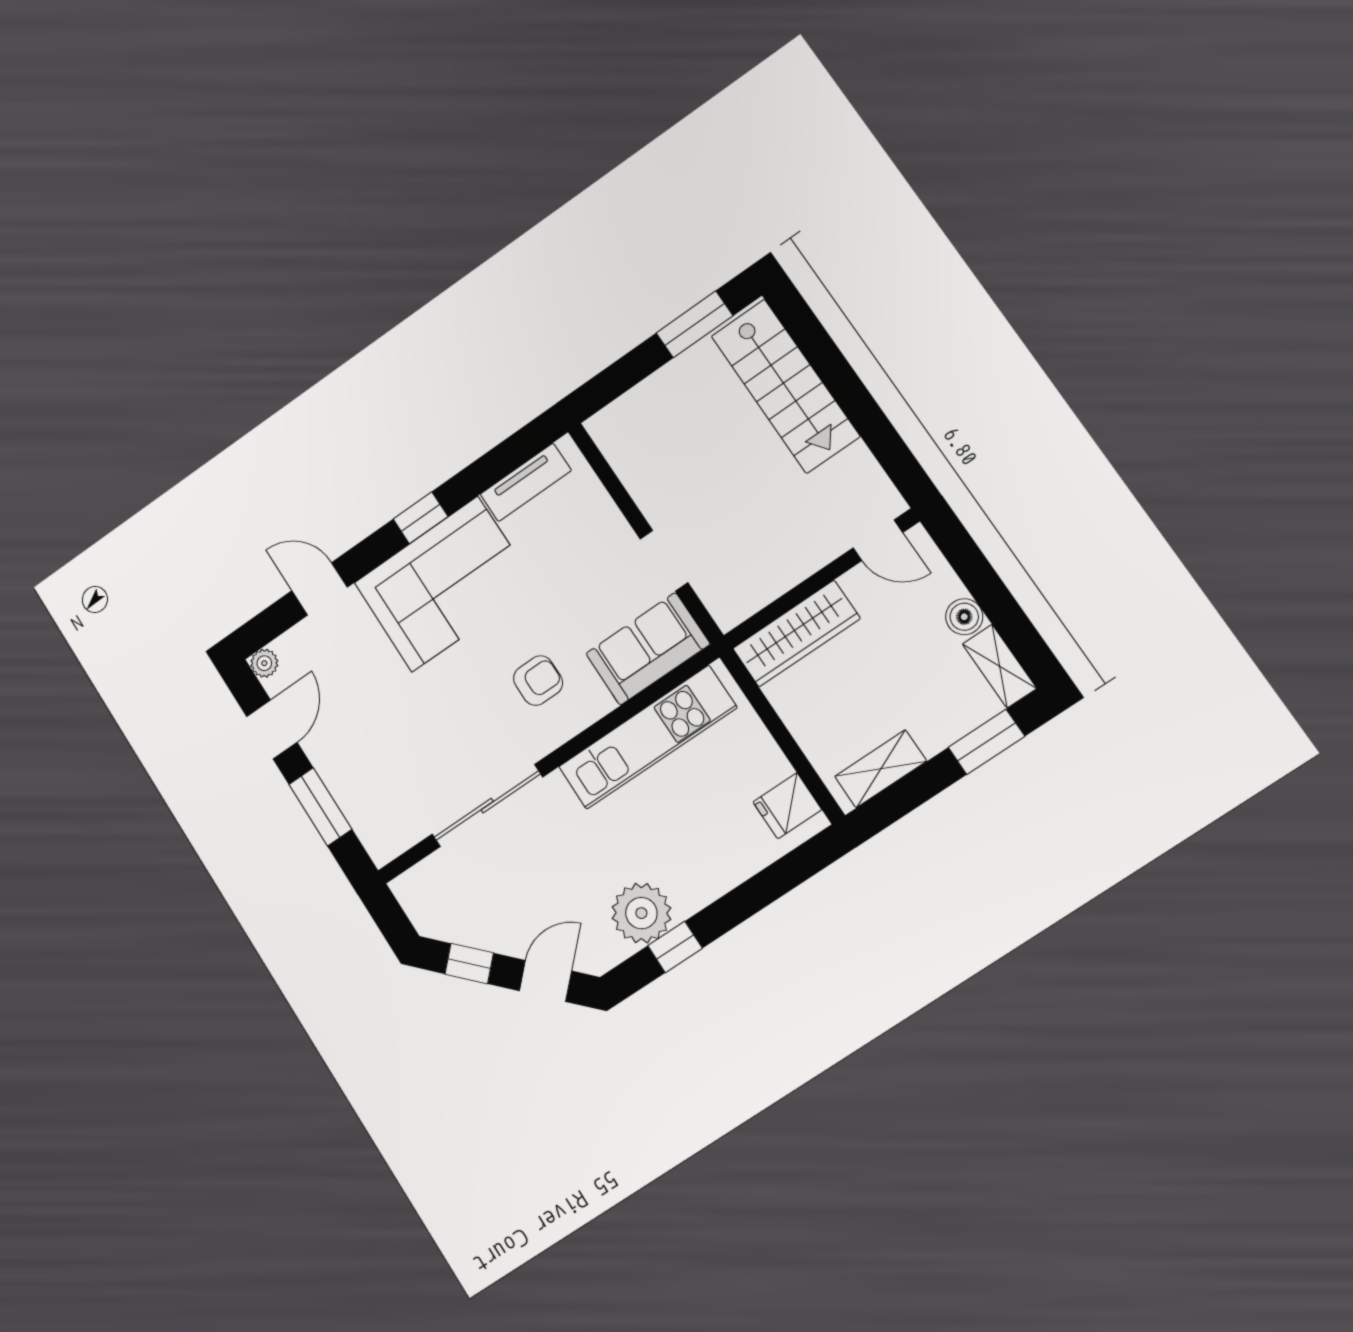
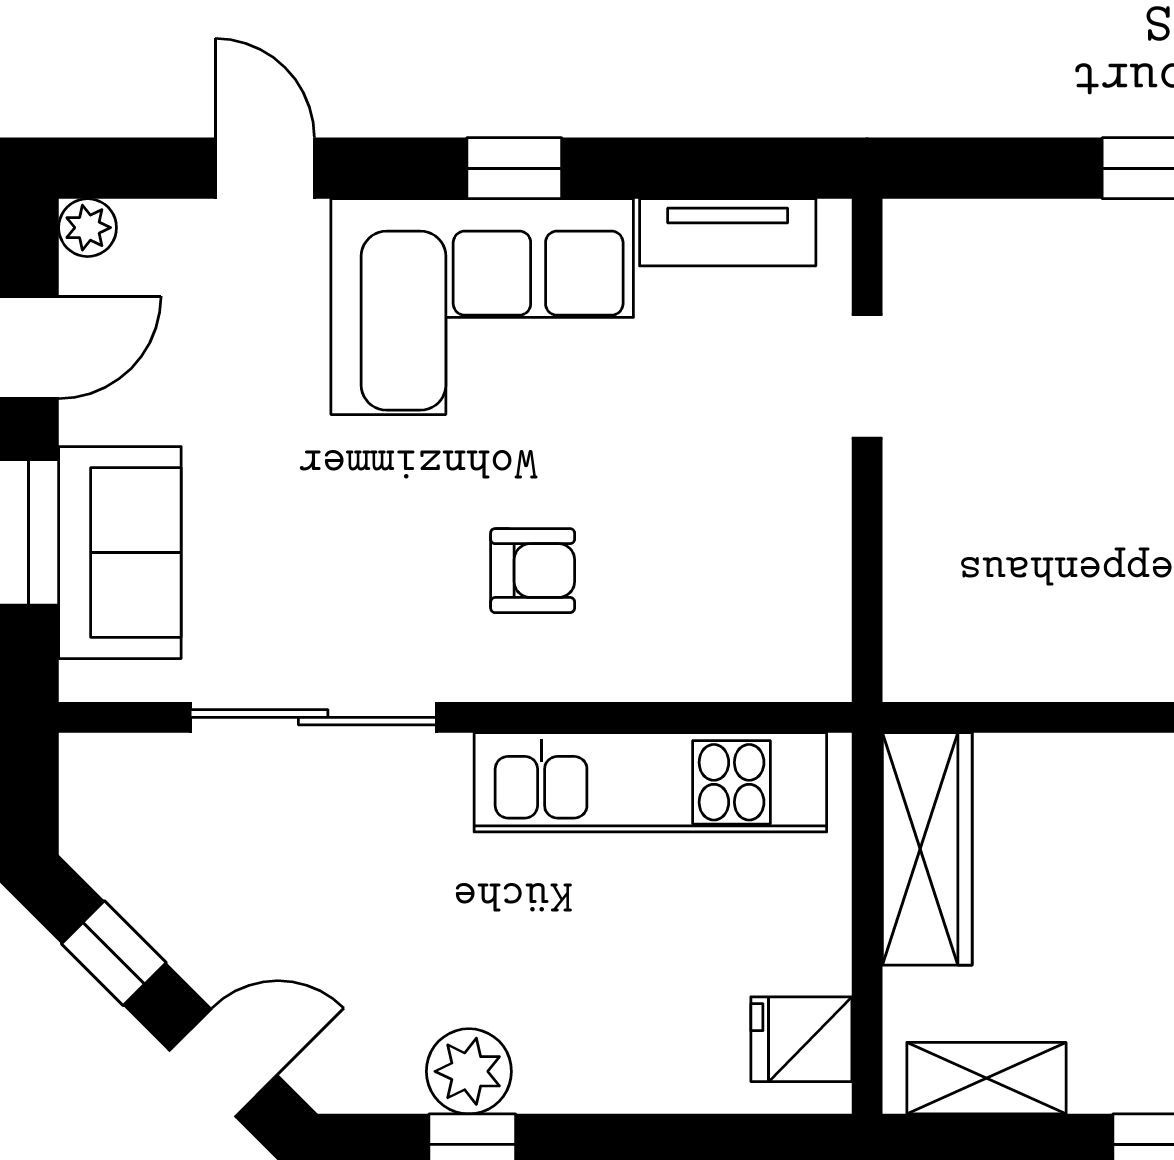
doorway: (664, 561) -> (867, 376), moved
wardrobe: (796, 634) -> (927, 849), moved, turned -90
sofa: (648, 649) -> (120, 553), moved, turned 90
plant: (641, 913) -> (469, 1071), width x0.73, depth x0.73

